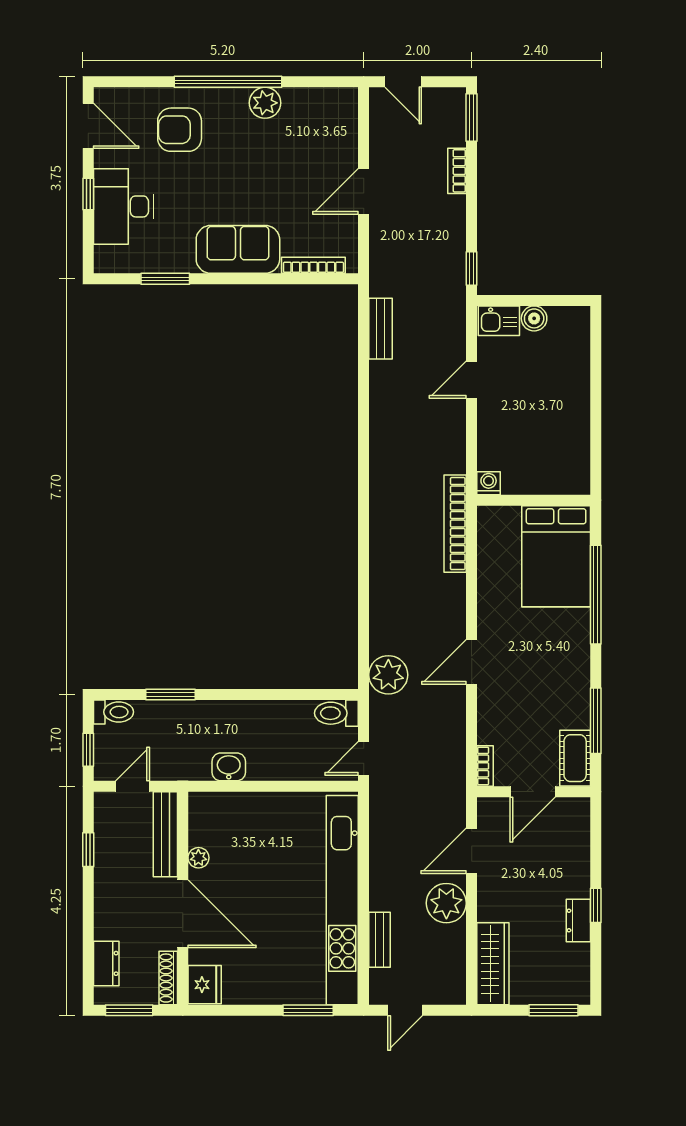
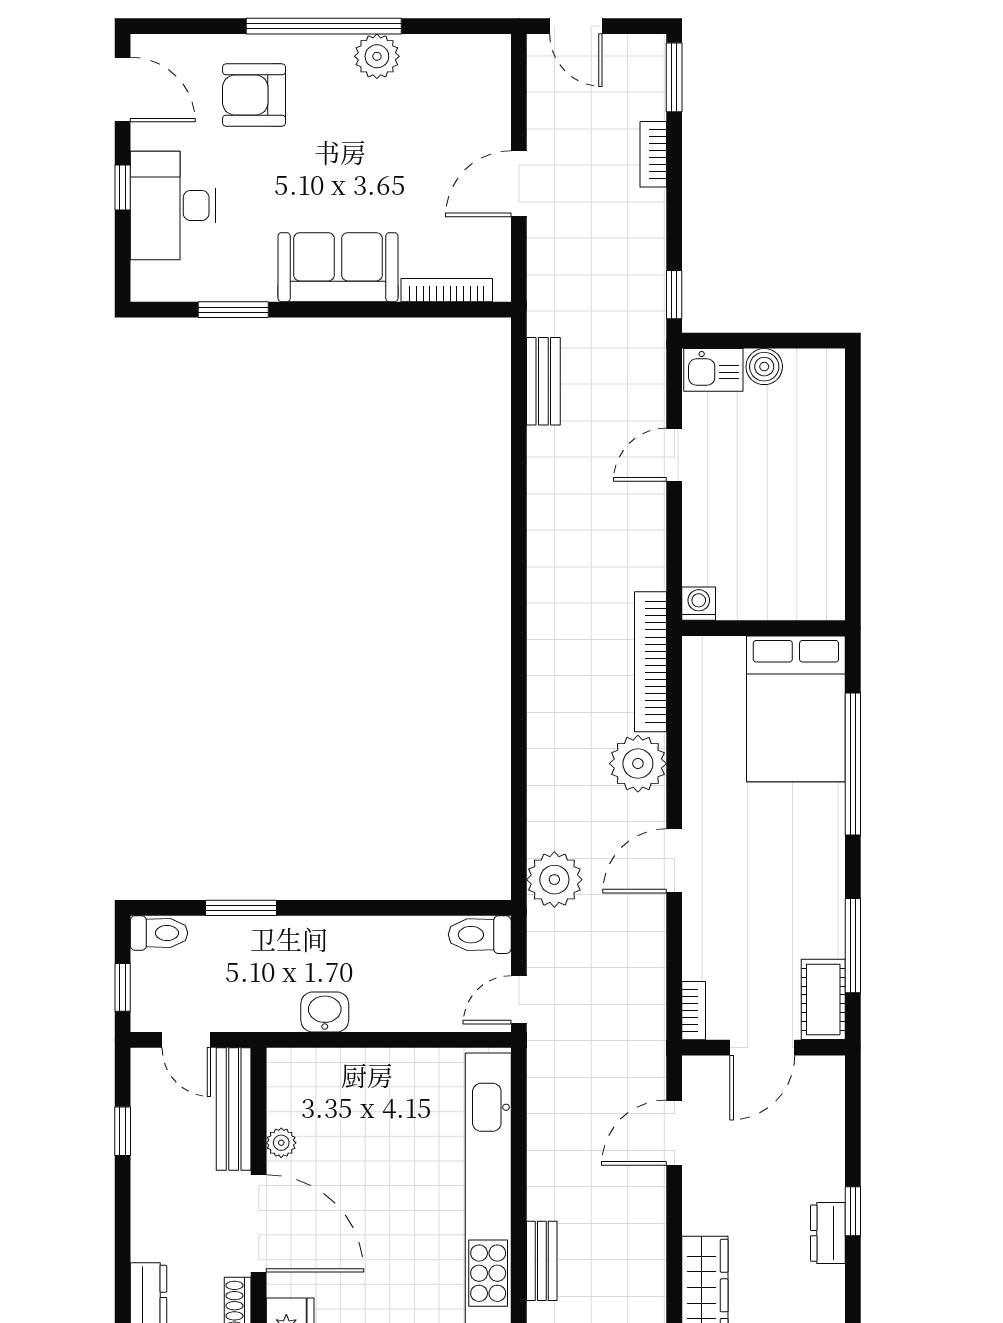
door: (132, 786) -> (186, 1040), swing flipped
plant: (446, 903) -> (638, 764), moved

